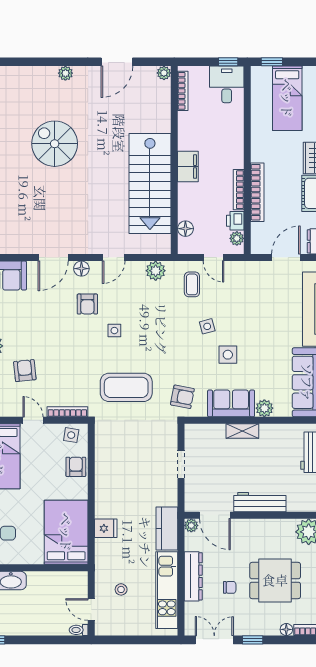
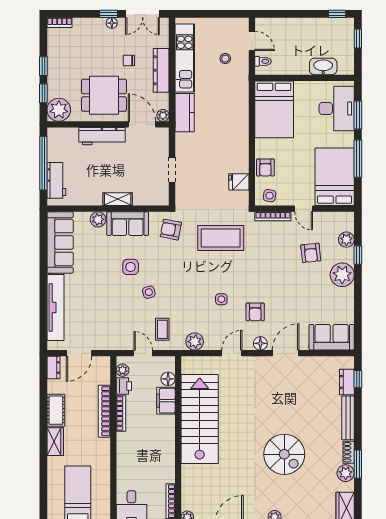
filing cabinet: (188, 167) -> (166, 401), moved
armchair: (87, 304) -> (255, 312), turned 180
side table: (114, 331) -> (221, 299), moved
fridge: (106, 528) -> (239, 182), moved
dining table: (275, 580) -> (104, 95), moved
floor lamp: (286, 629) -> (112, 23), moved
toilet: (79, 630) -> (263, 61), moved

